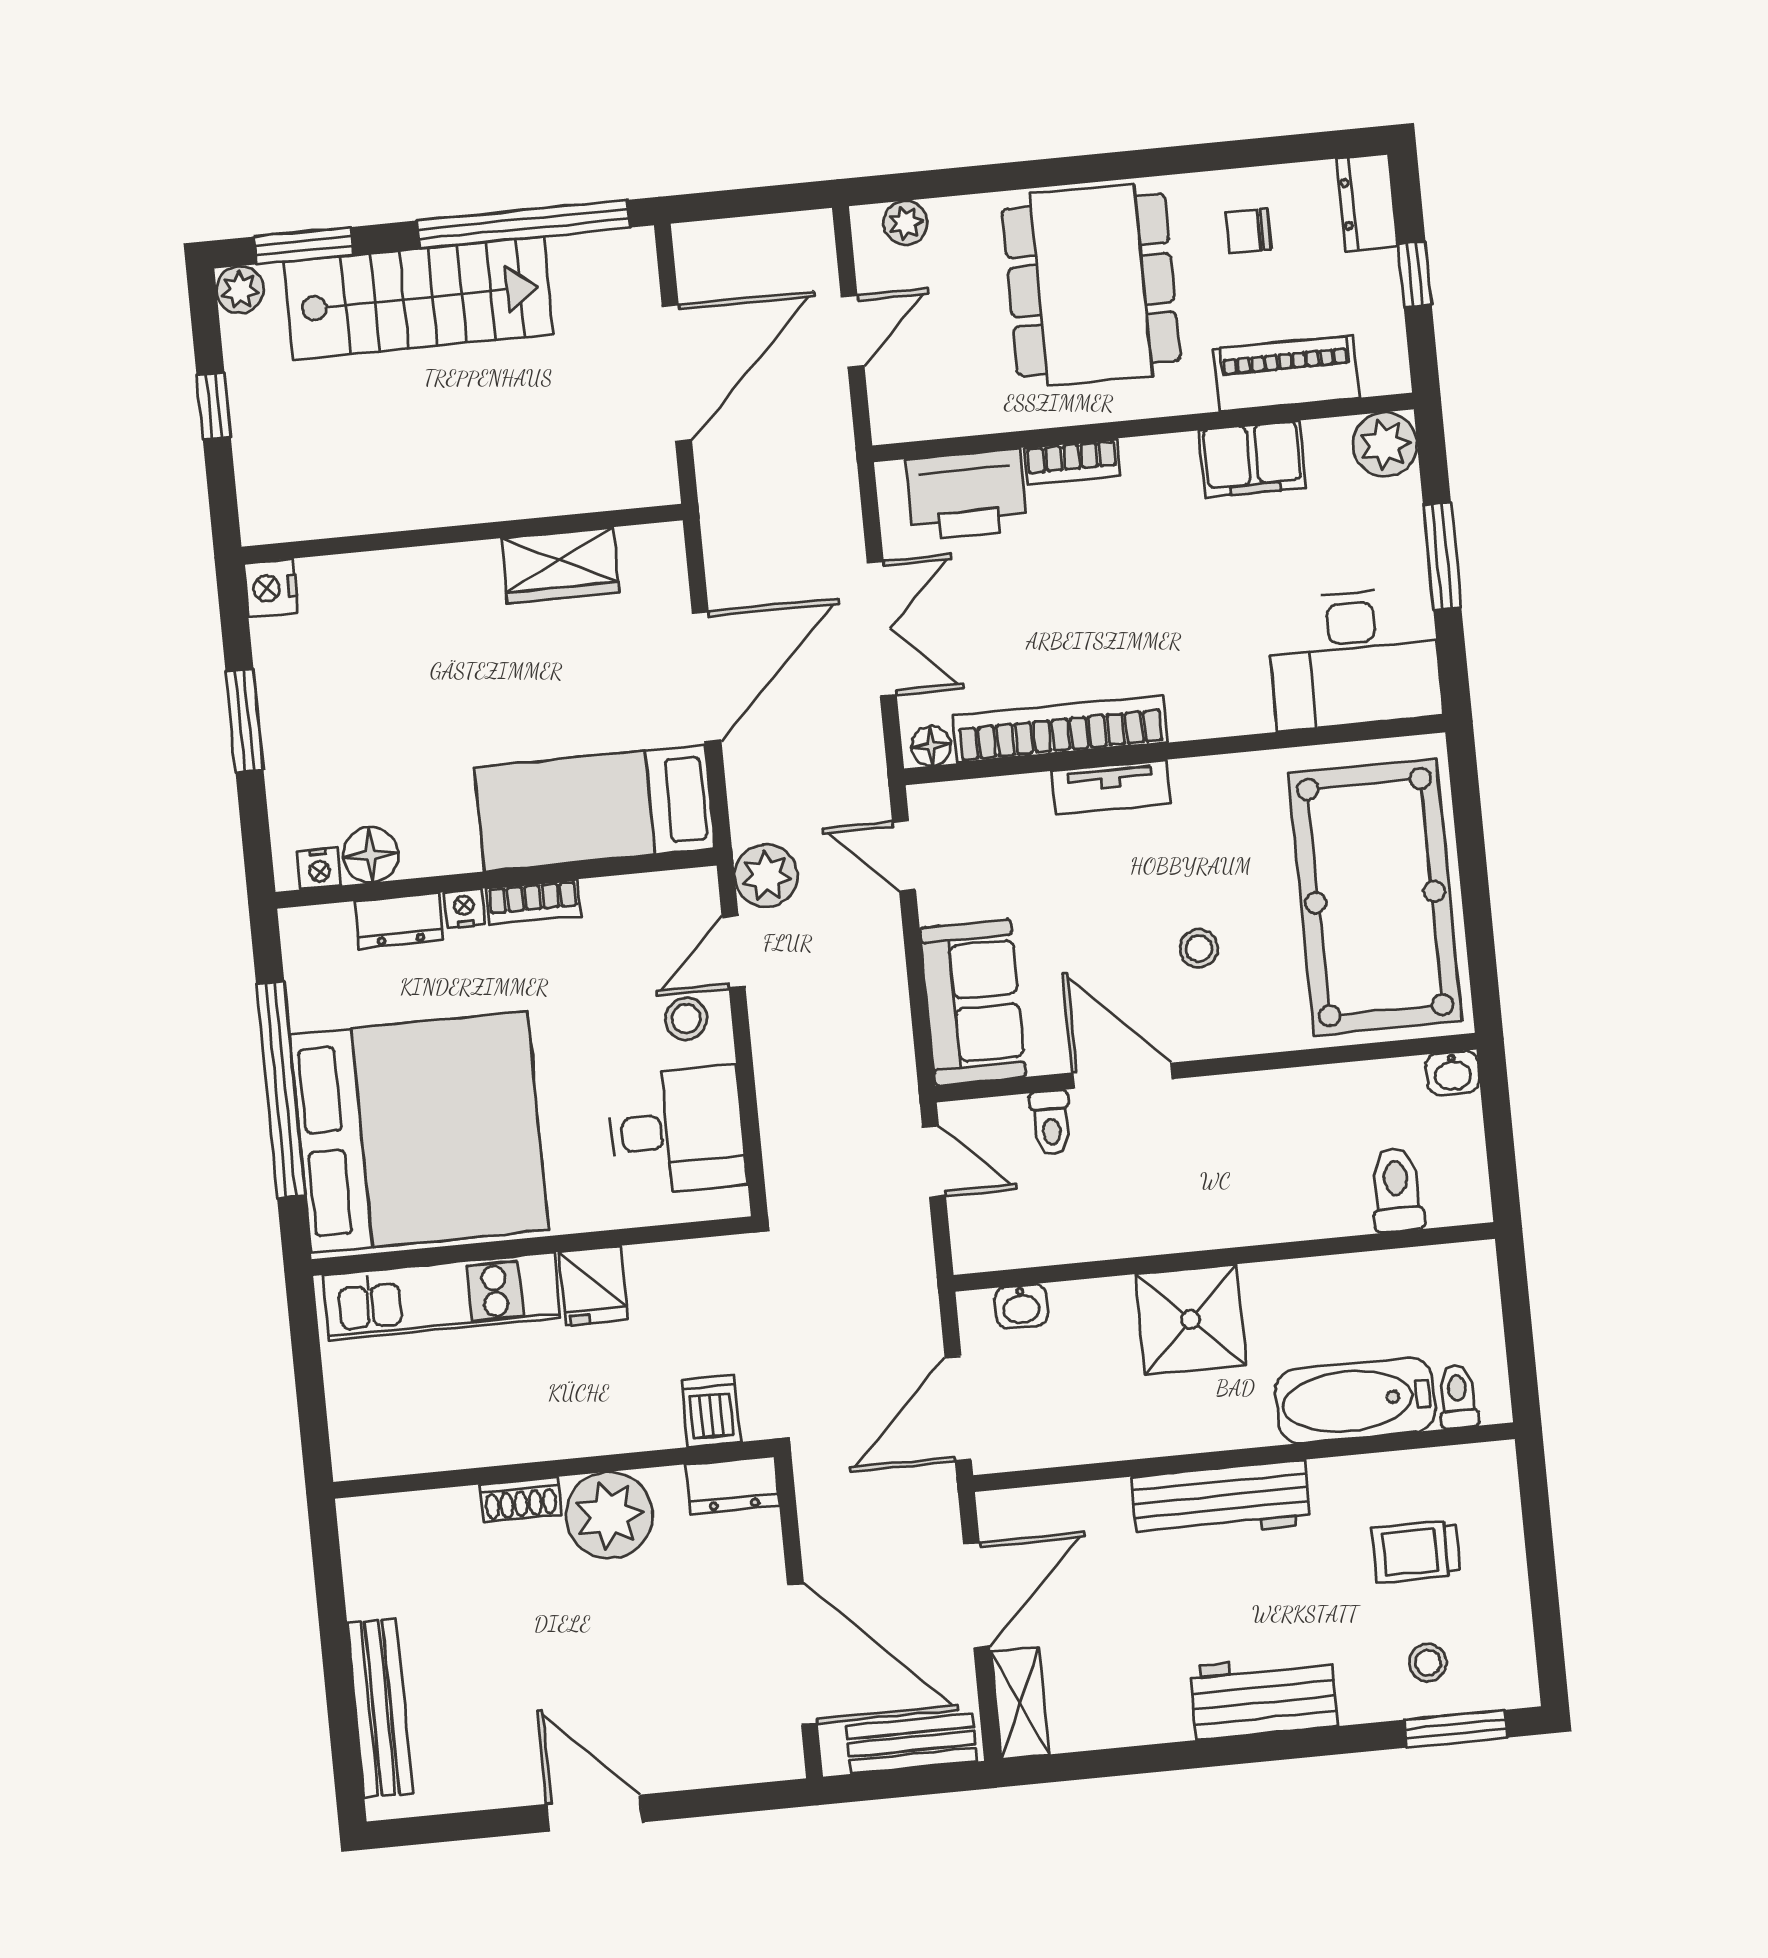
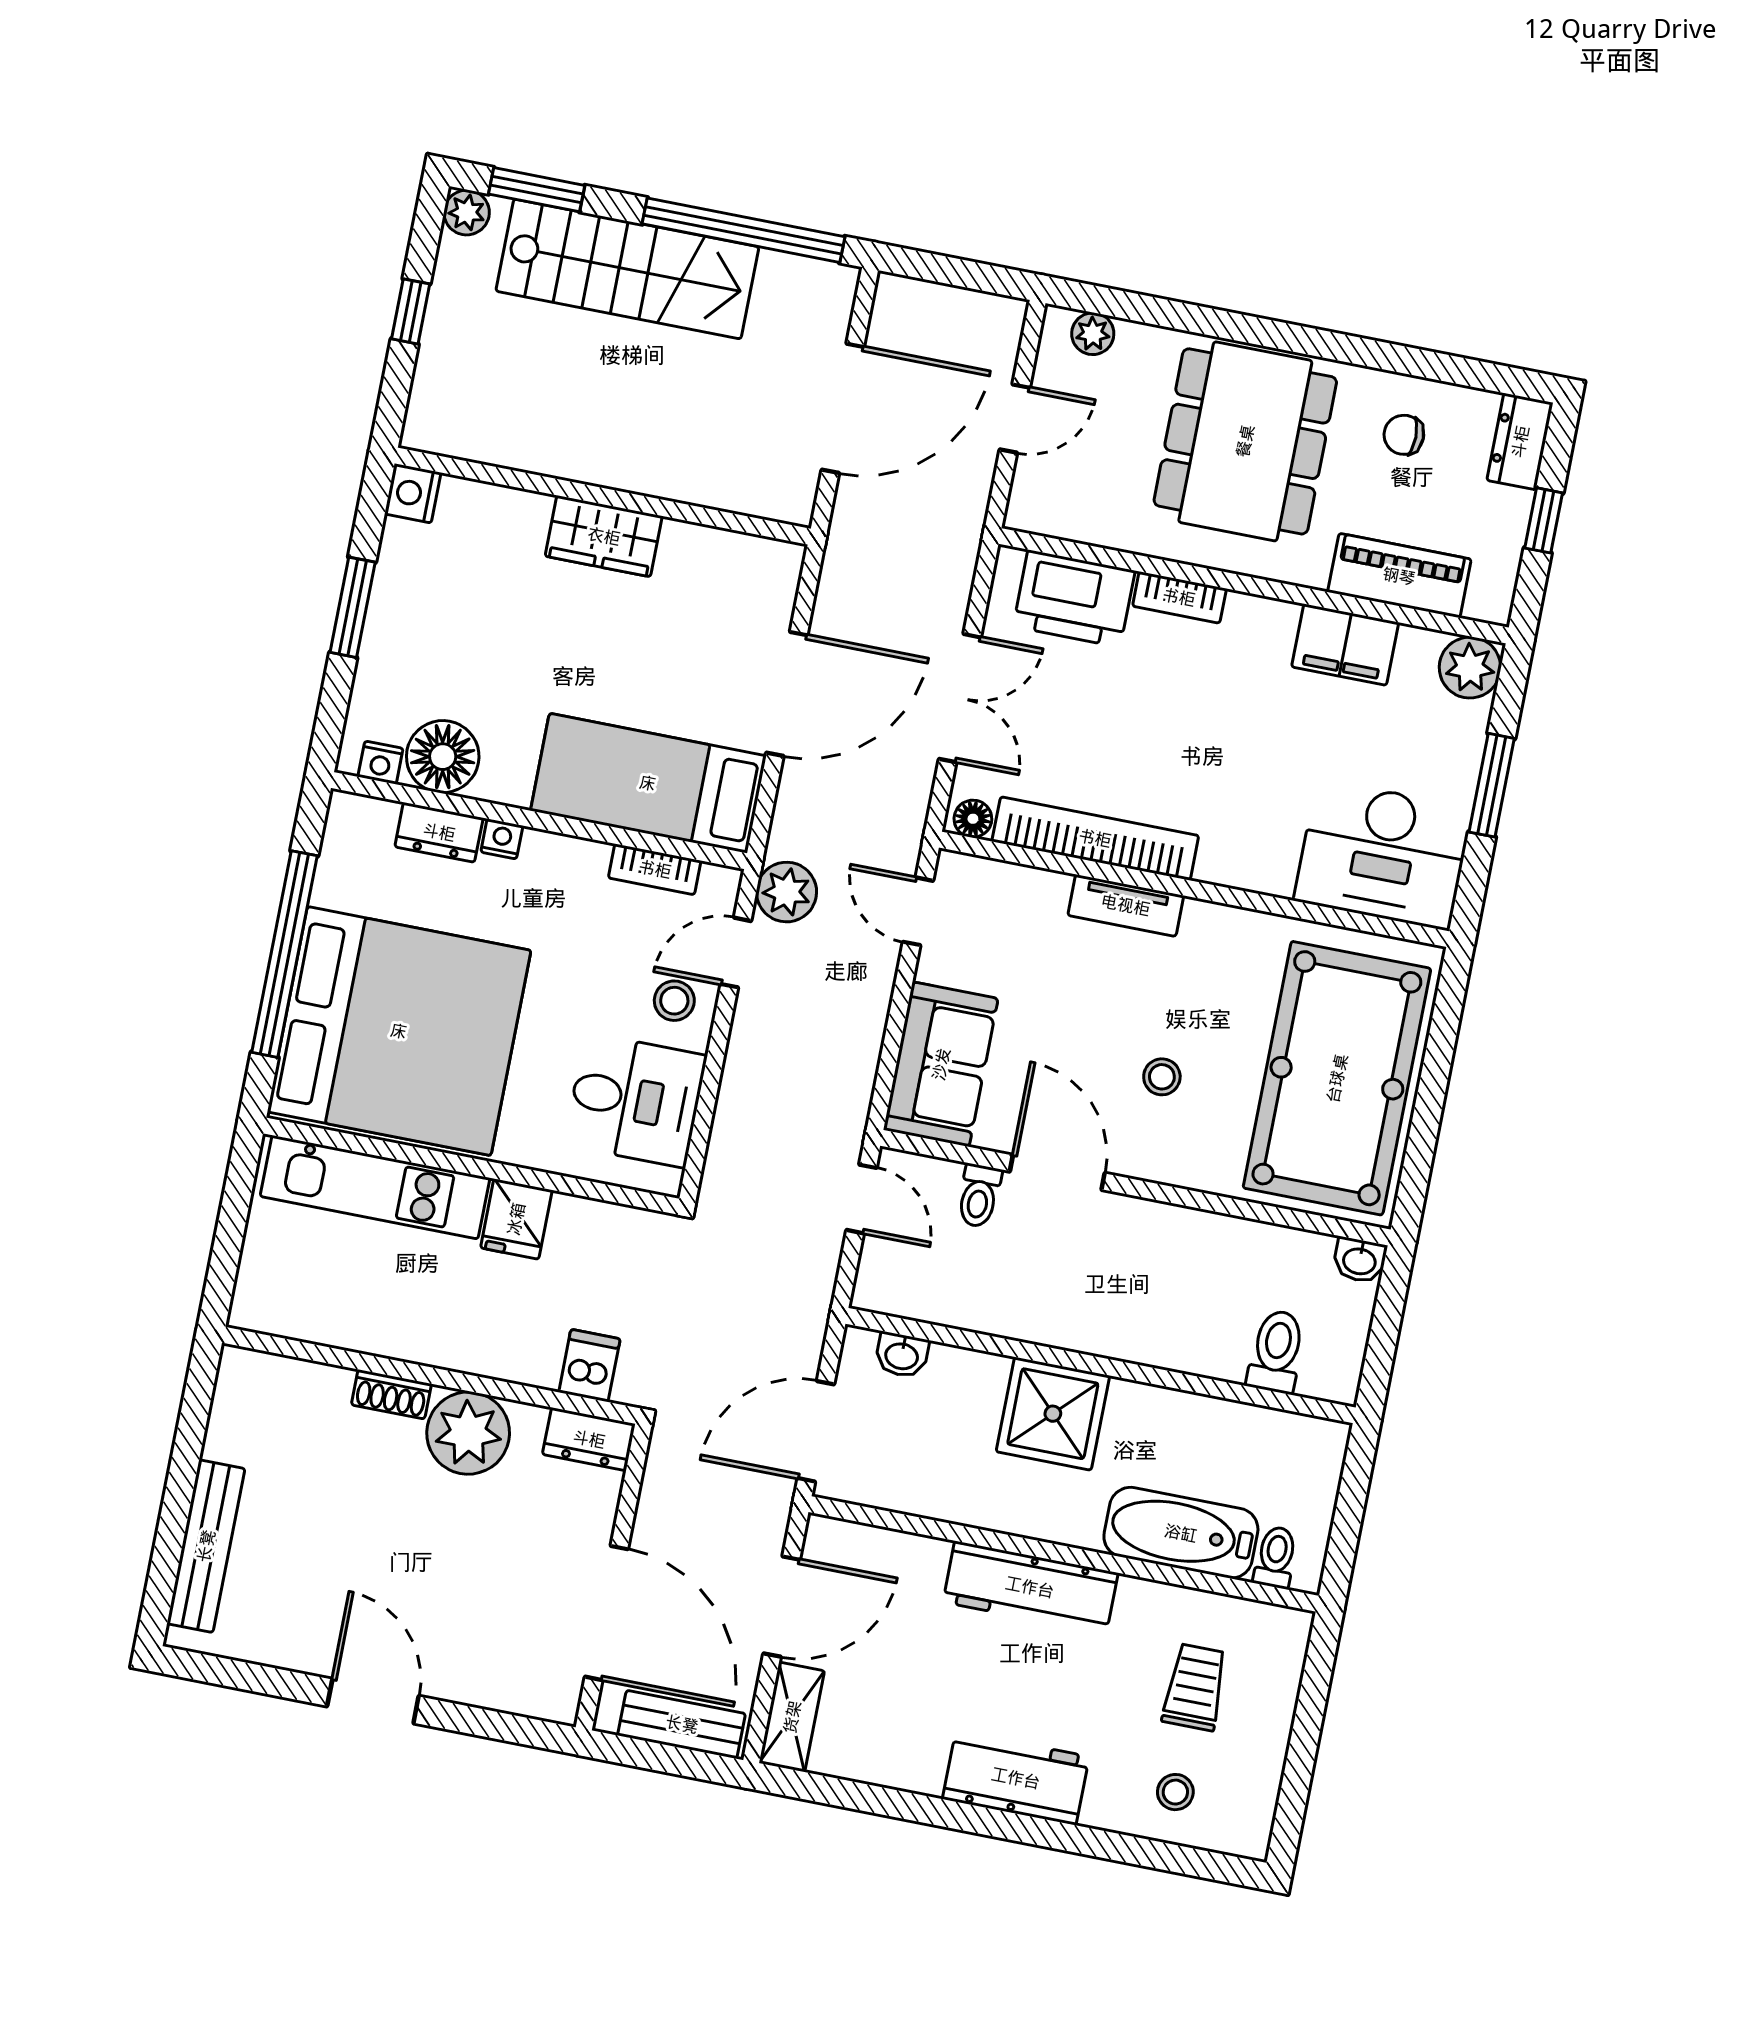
wardrobe: (560, 565) -> (604, 536), moved
floor lamp: (371, 855) -> (443, 757), width x1.38, depth x1.38
bookcase: (533, 902) -> (655, 869), moved
trolley: (1416, 1551) -> (1195, 1687), turned 90
window: (1456, 1729) -> (1183, 1860), removed

